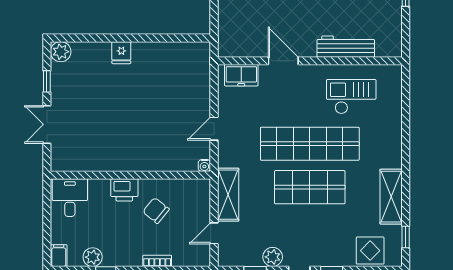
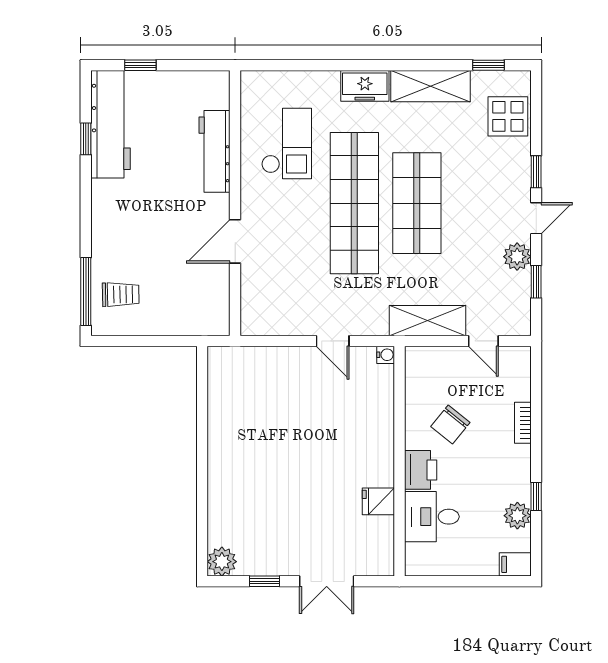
fridge: (121, 53) -> (378, 501), moved, turned 180
freezer: (241, 75) -> (365, 86), moved, turned 90
checkout: (351, 97) -> (287, 144), turned 180
desk: (70, 198) -> (432, 517), moved

